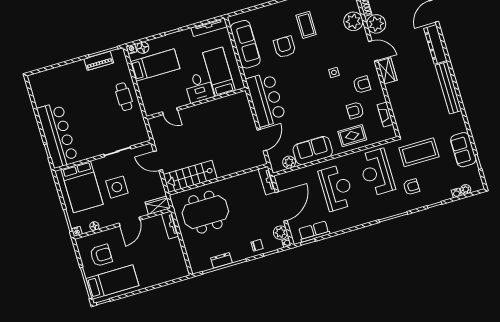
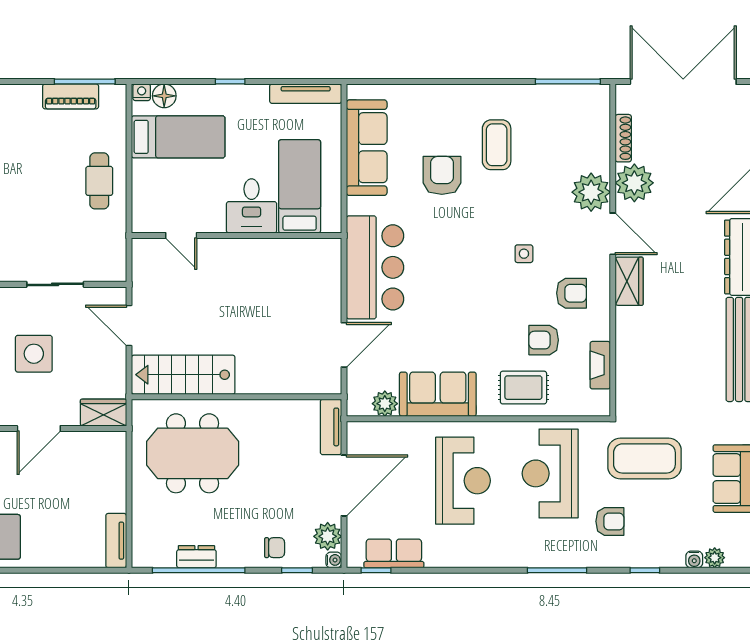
plant: (353, 21) -> (591, 192), moved
tv unit: (170, 225) -> (116, 541), moved

